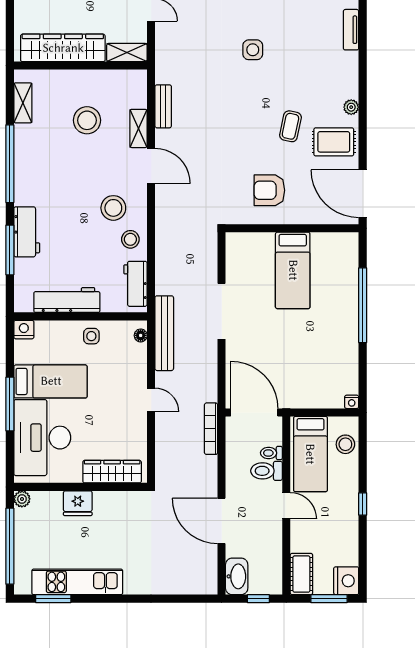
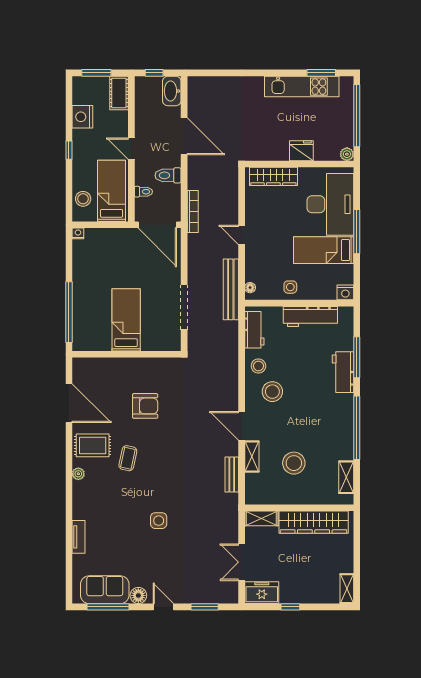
wall: (292, 228) -> (127, 354), moved
bed: (293, 270) -> (126, 320), moved
toilet: (267, 471) -> (168, 175), moved, turned 180
nightstand: (346, 581) -> (82, 117), moved

